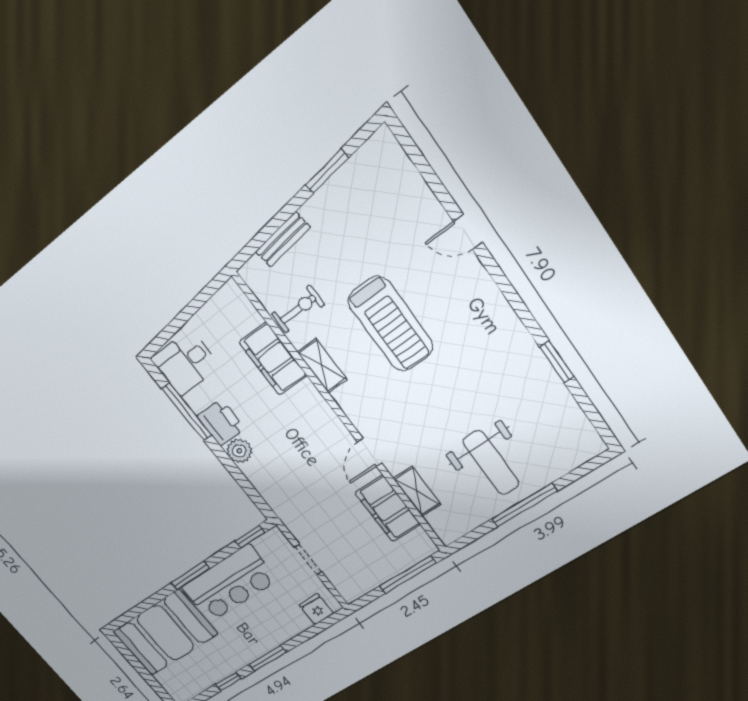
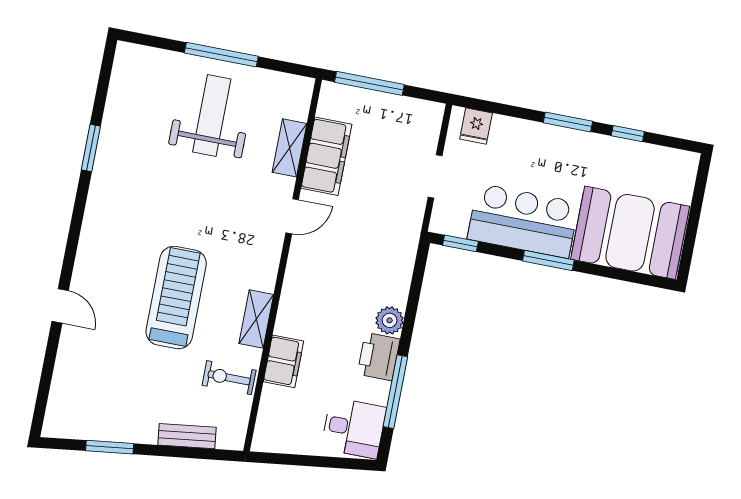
filing cabinet: (273, 359) -> (284, 361), width x0.67, depth x0.86

